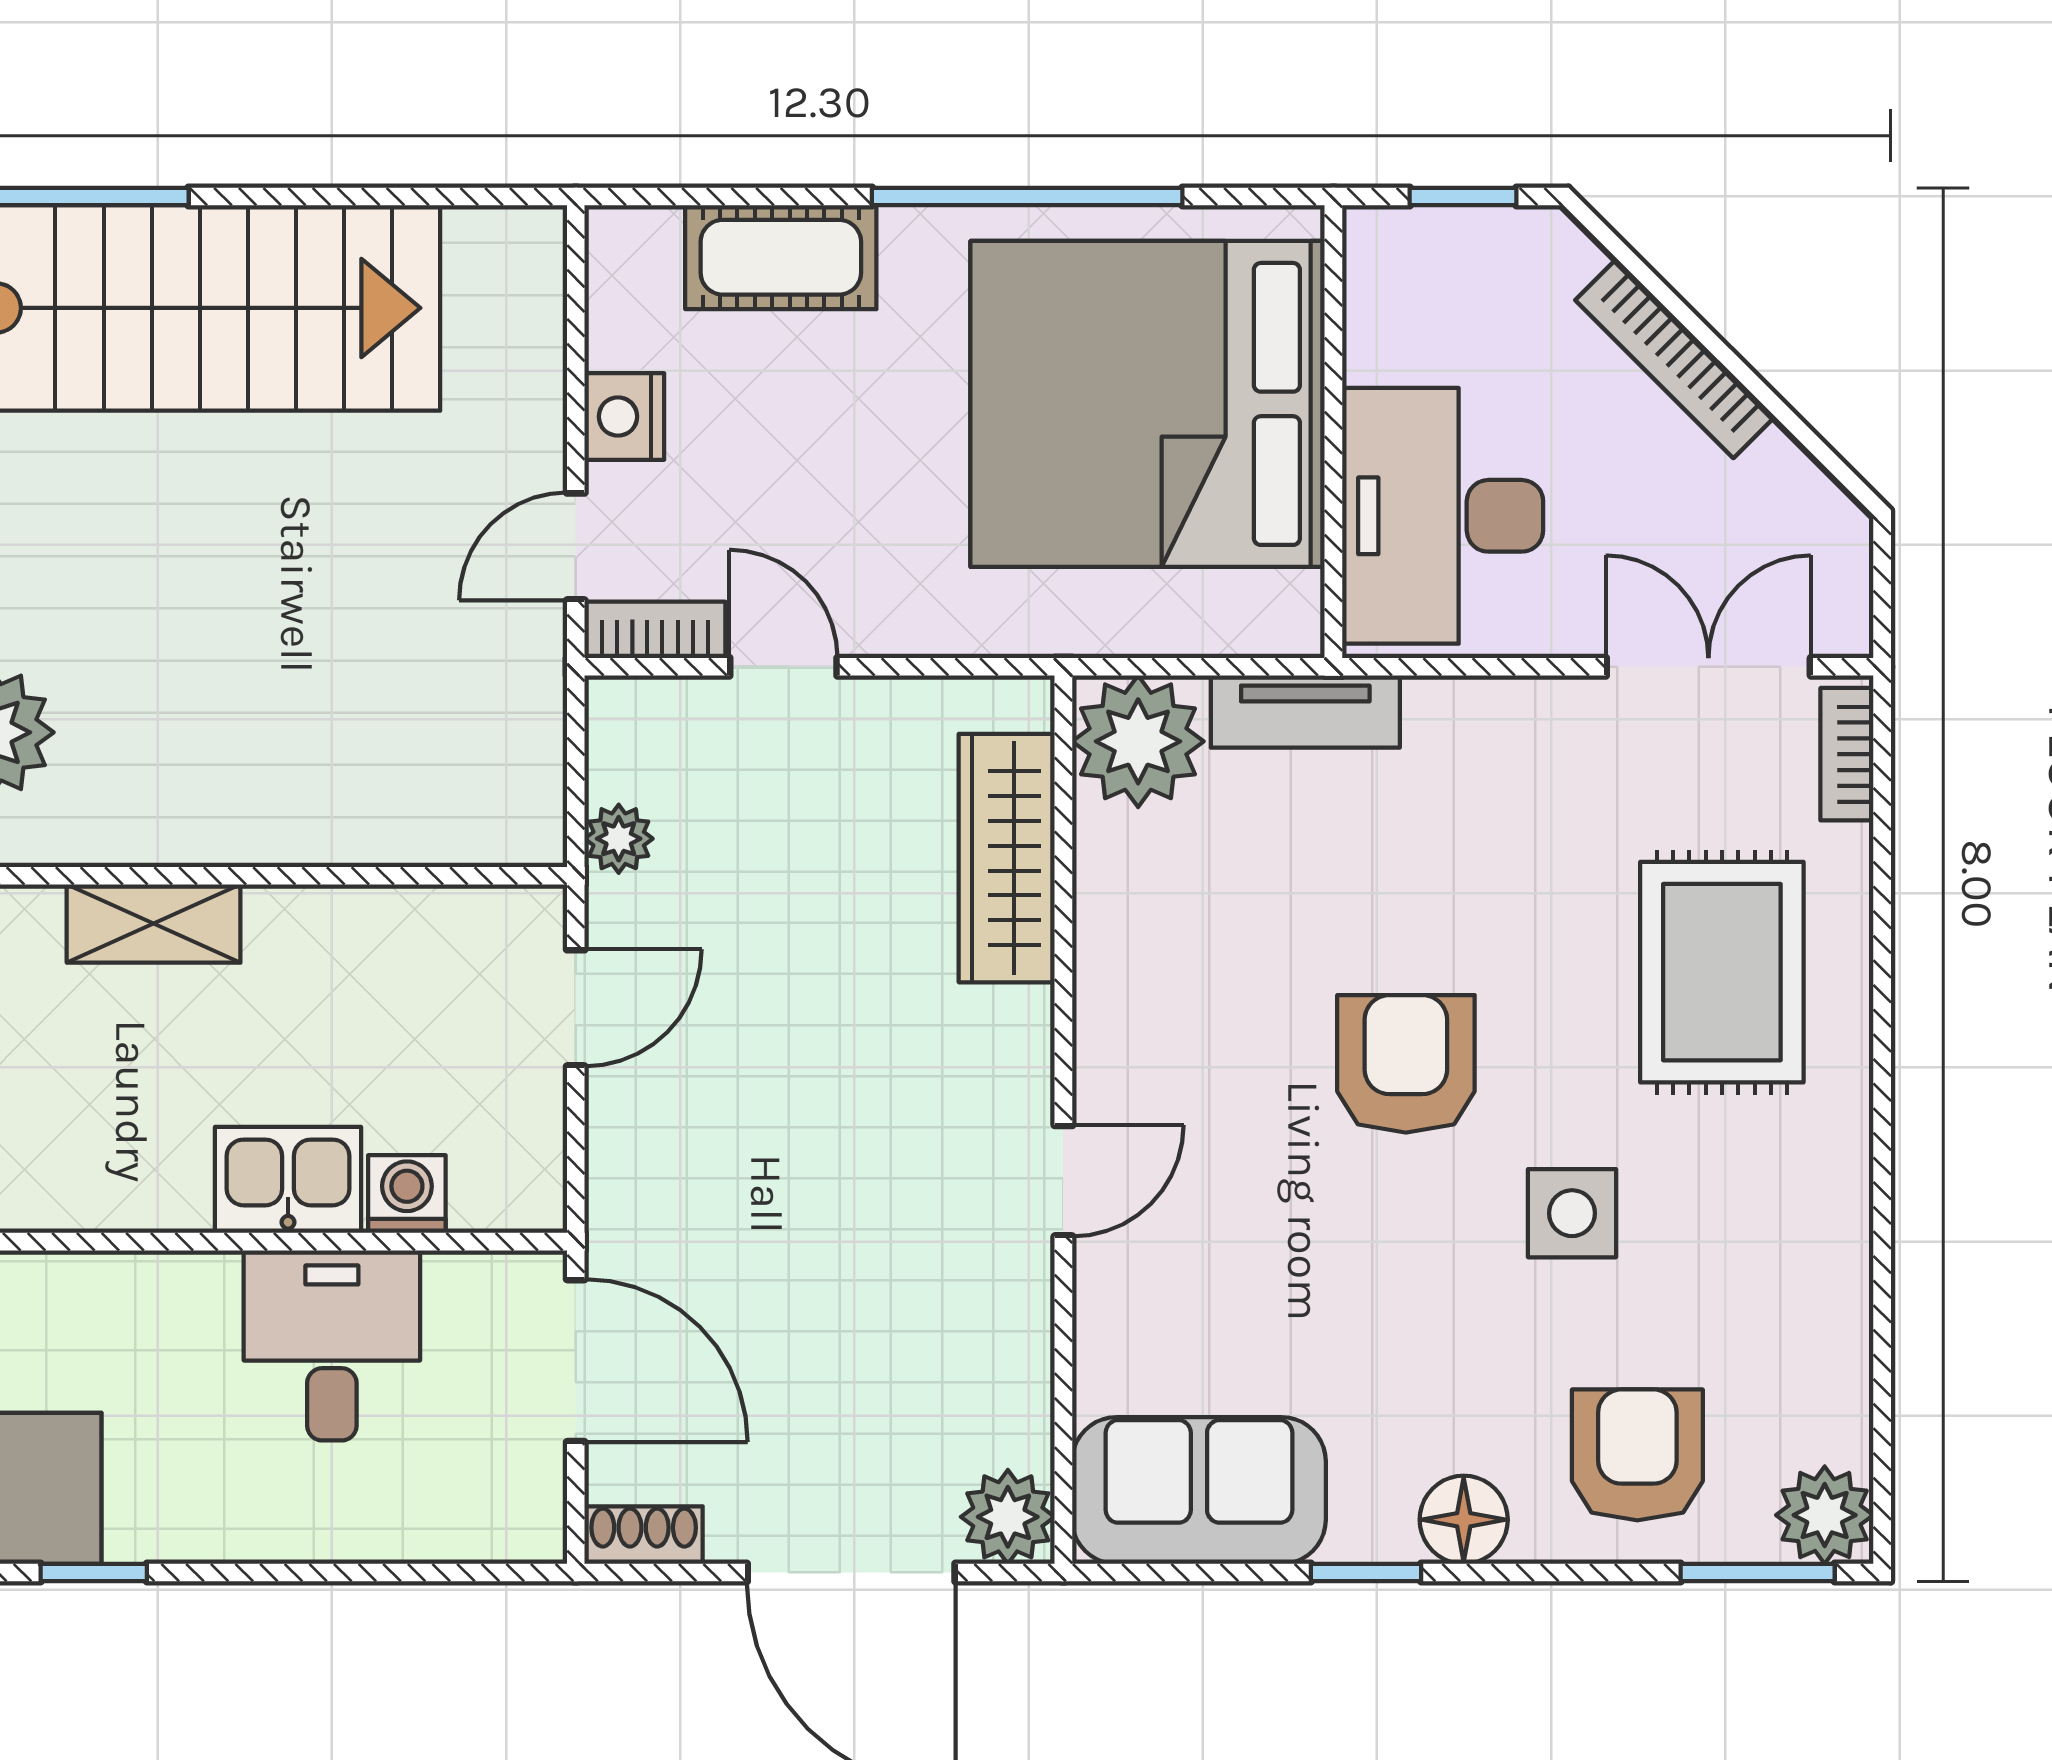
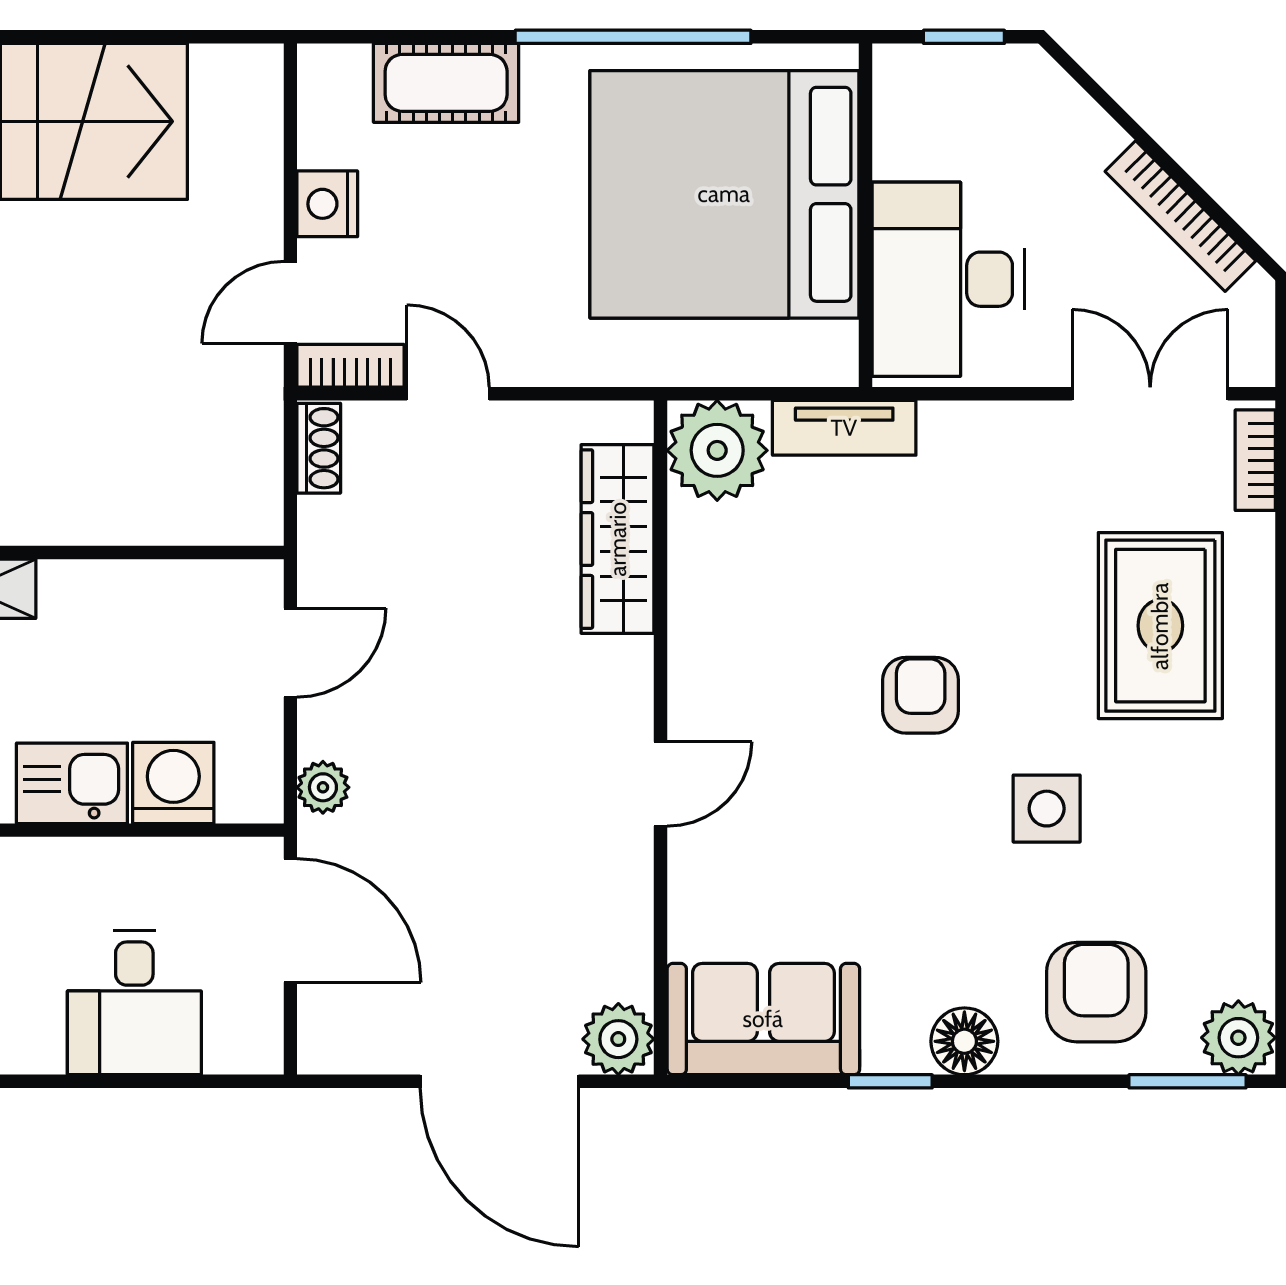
bookcase: (1674, 359) -> (1180, 216), moved
plant: (619, 839) -> (323, 787), moved
armchair: (1406, 1064) -> (921, 695), width x0.72, depth x0.72
washing machine: (407, 1194) -> (173, 783), width x1.38, depth x1.38
desk: (332, 1345) -> (134, 1003), moved, turned 180
shoe rack: (644, 1535) -> (319, 448), moved, turned 90

